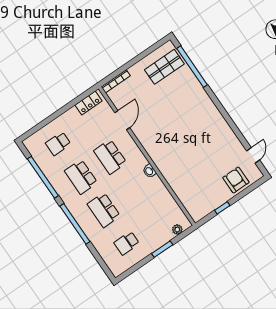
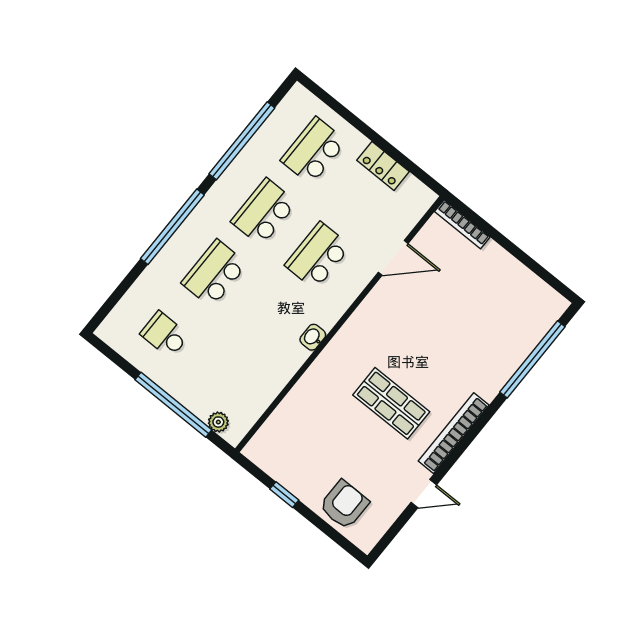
shop shelf: (164, 67) -> (391, 403), moved
locker: (88, 103) -> (383, 166), moved
bookcase: (217, 116) -> (454, 433), added
school desk: (58, 144) -> (313, 151), width x1.85
door: (253, 155) -> (424, 494), moved
window: (162, 249) -> (173, 405), width x2.11

